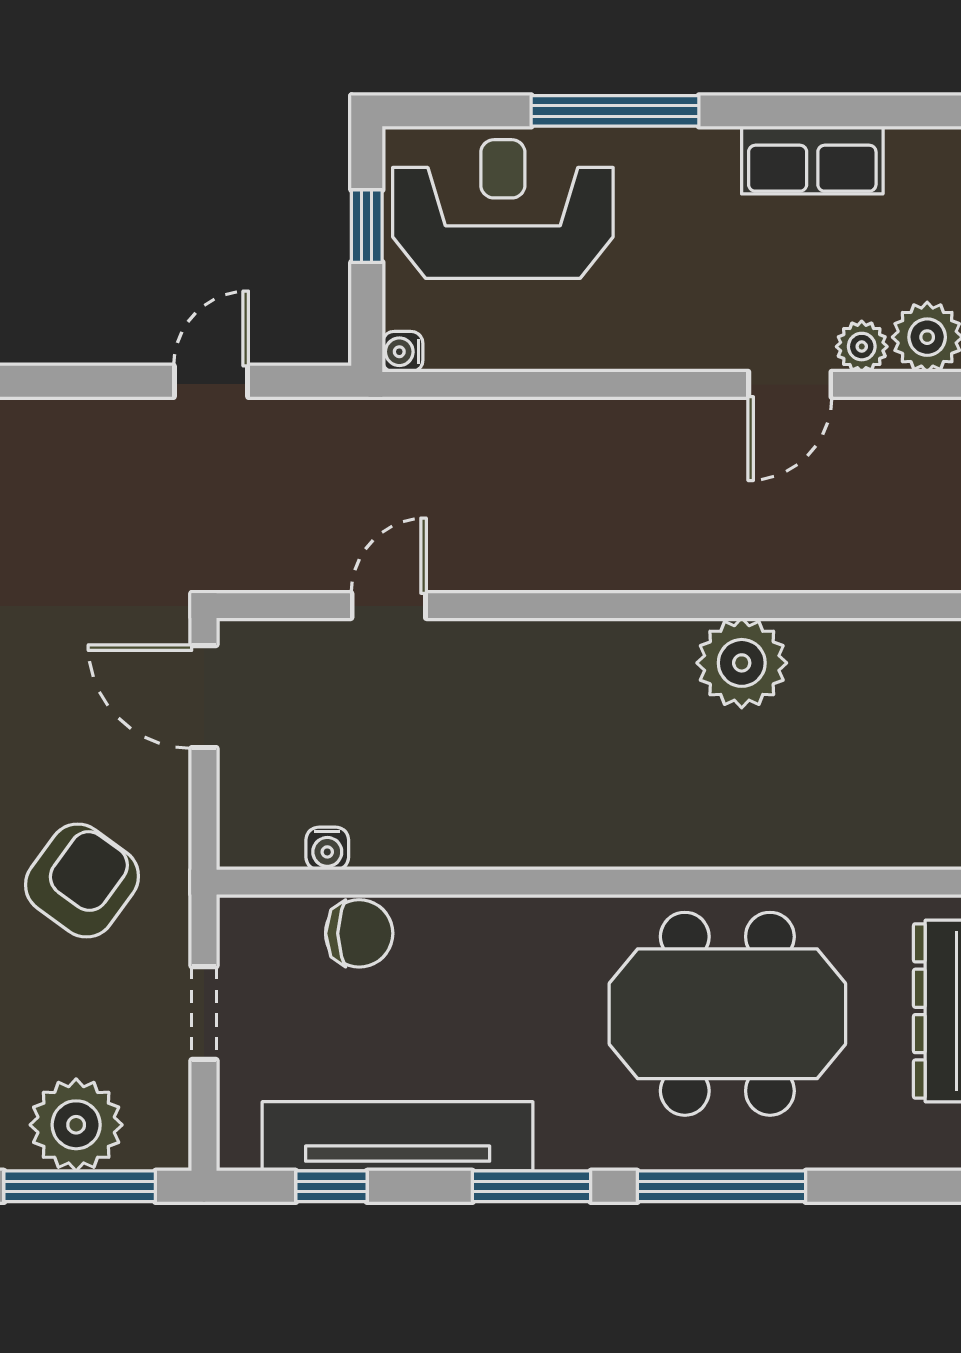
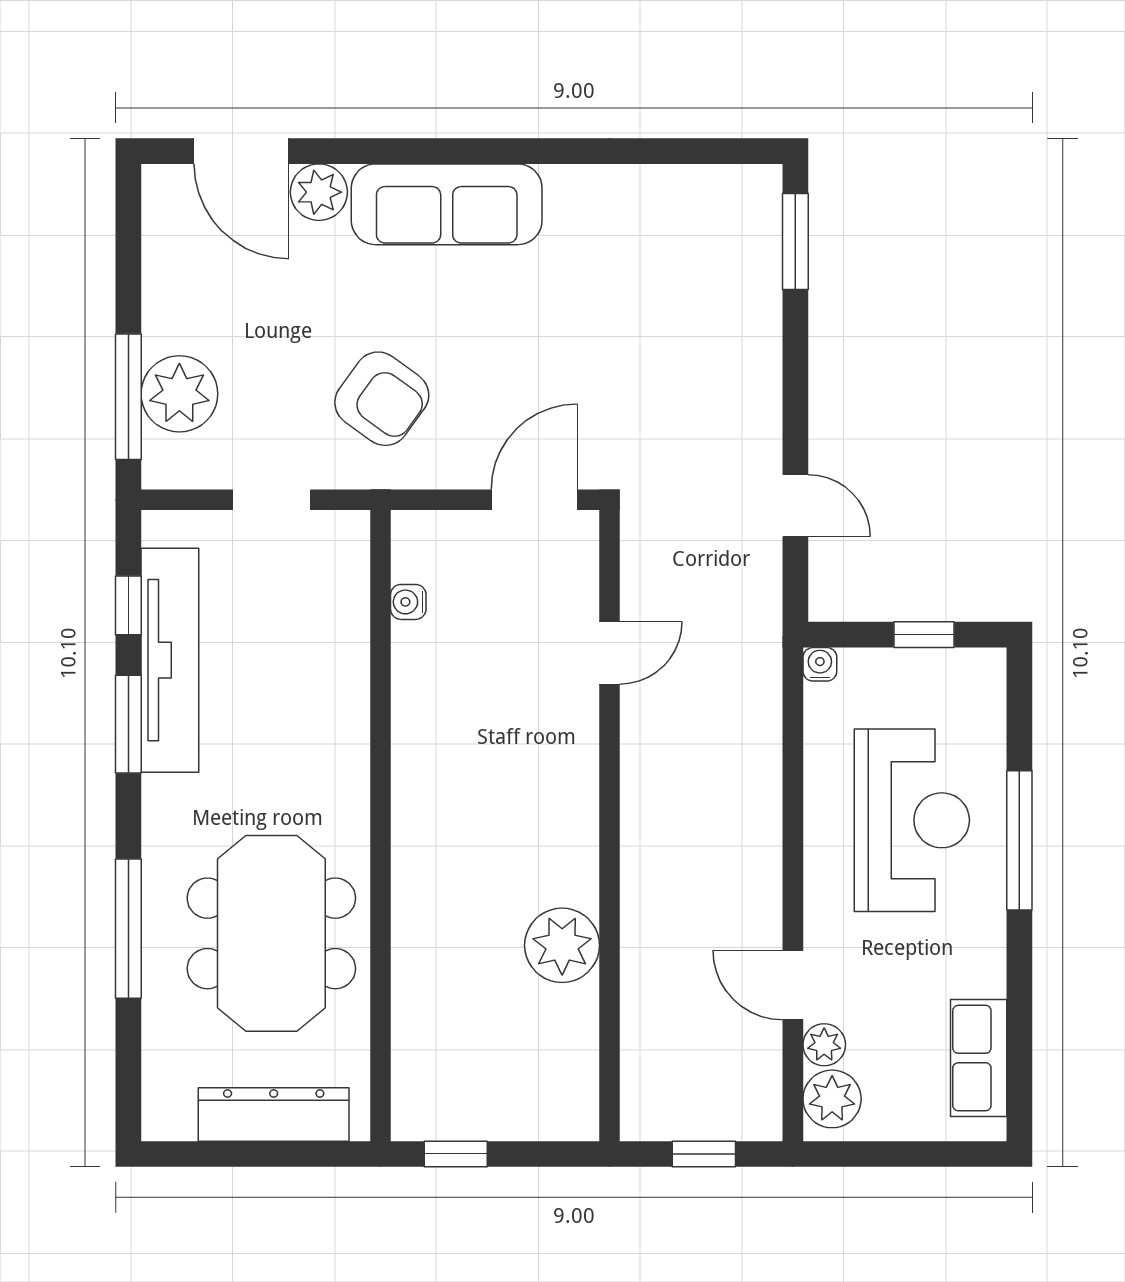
row of seats: (812, 160) -> (979, 1058), moved
reception desk: (503, 209) -> (912, 820), moved
door: (389, 606) -> (610, 653), hinge flipped
chair: (359, 933) -> (338, 628), removed
window: (532, 1186) -> (128, 724), moved

